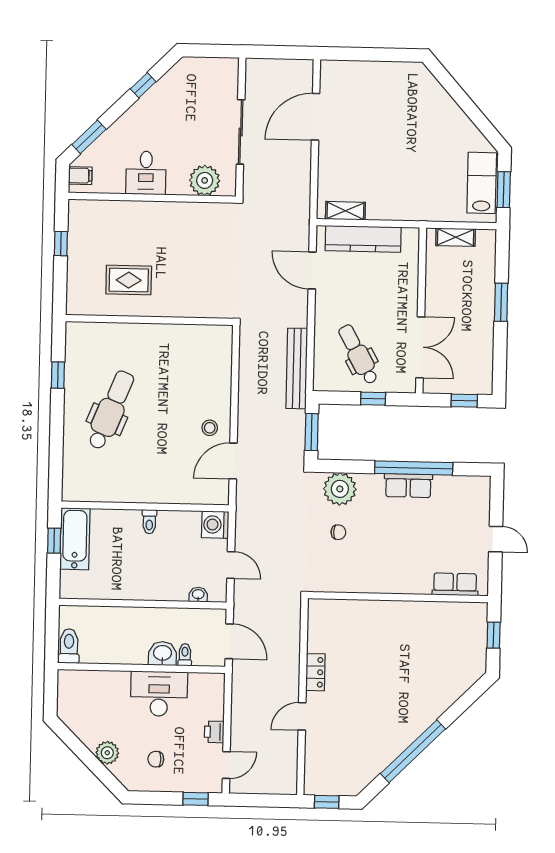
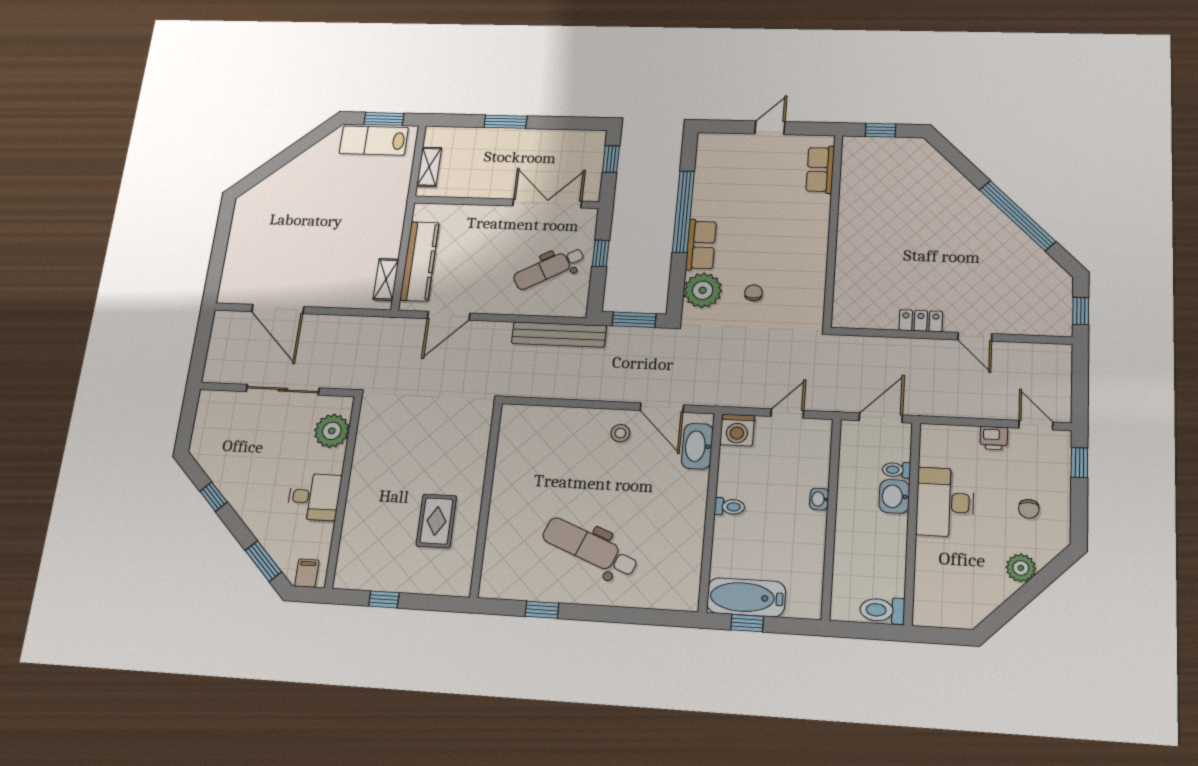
row of seats: (408, 486) -> (701, 245), moved
washbasin: (200, 493) -> (697, 446), added
washbasin: (198, 595) -> (819, 499), moved

